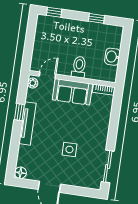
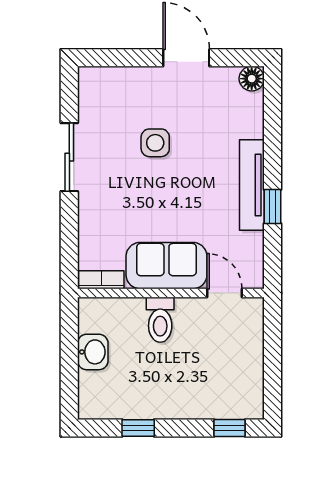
door: (47, 75) -> (224, 293), swing flipped
plant: (33, 83) -> (253, 272), removed
sliding door: (108, 166) -> (69, 157), moved

